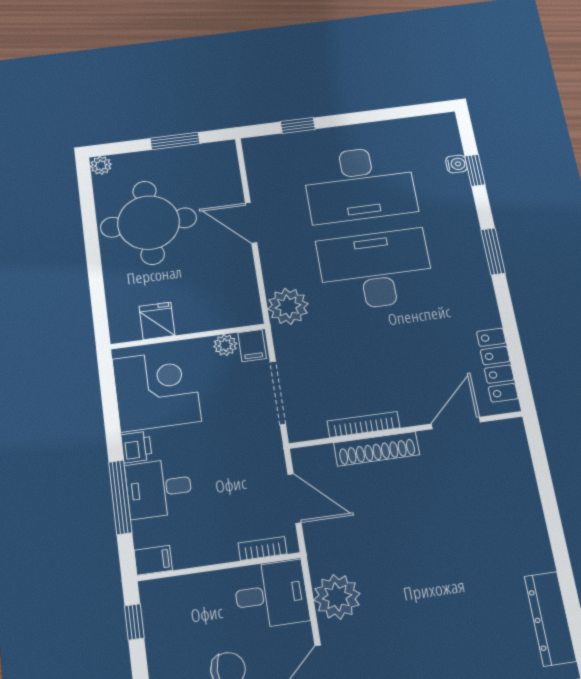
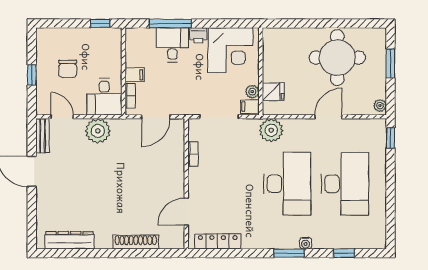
window: (298, 125) -> (390, 138), moved
window: (175, 141) -> (390, 63), moved
water cooler: (456, 164) -> (306, 243), moved
plant: (101, 165) -> (380, 106), moved
desk: (359, 184) -> (345, 184), turned 180
fridge: (157, 321) -> (273, 92), moved
door: (456, 423) -> (186, 212), swing flipped
bookcase: (363, 424) -> (193, 154), width x0.64
shoe rack: (377, 449) -> (136, 242), moved, turned 90
filing cabinet: (153, 560) -> (135, 75), moved, turned -90

